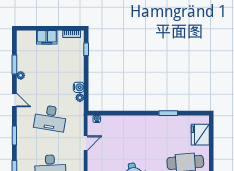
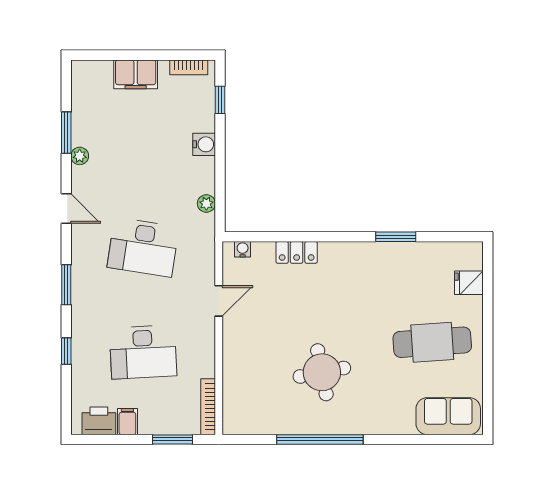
water cooler: (79, 87) -> (204, 144), moved
locker: (122, 120) -> (297, 252), added
fridge: (200, 135) -> (469, 283), width x0.53, depth x0.75

